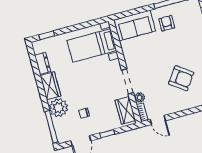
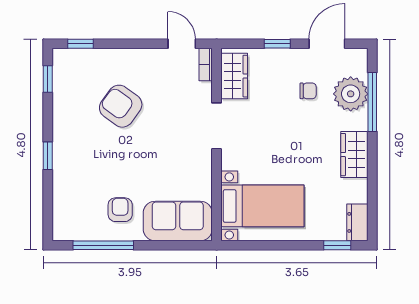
armchair: (167, 23) -> (120, 210), turned 180
dresser: (43, 63) -> (357, 222), moved
plant: (140, 97) -> (203, 92), removed
plant: (58, 108) -> (351, 94), moved
window: (51, 127) -> (372, 102), moved

